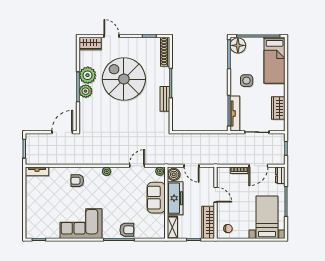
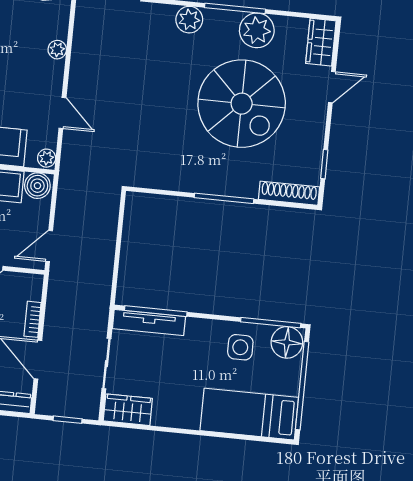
spiral stairs: (124, 79) -> (242, 104), turned 90
side table: (247, 81) -> (240, 347), moved
plant: (86, 91) -> (189, 20), moved
bench: (165, 99) -> (193, 183), removed
wardrobe: (278, 108) -> (128, 410), moved
door: (192, 166) -> (49, 246), moved

